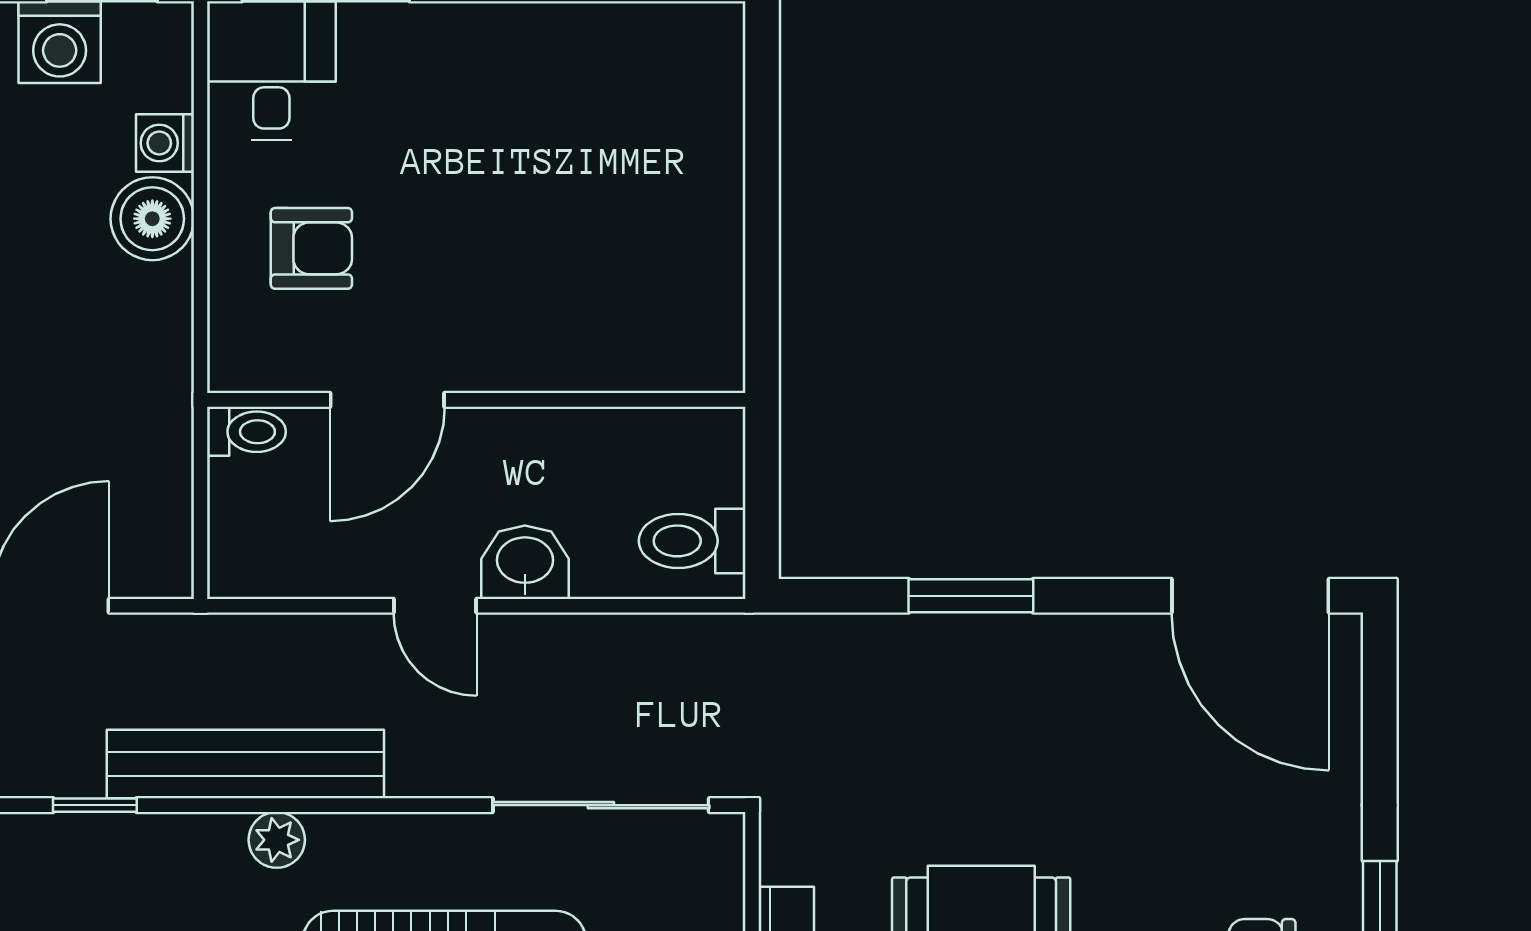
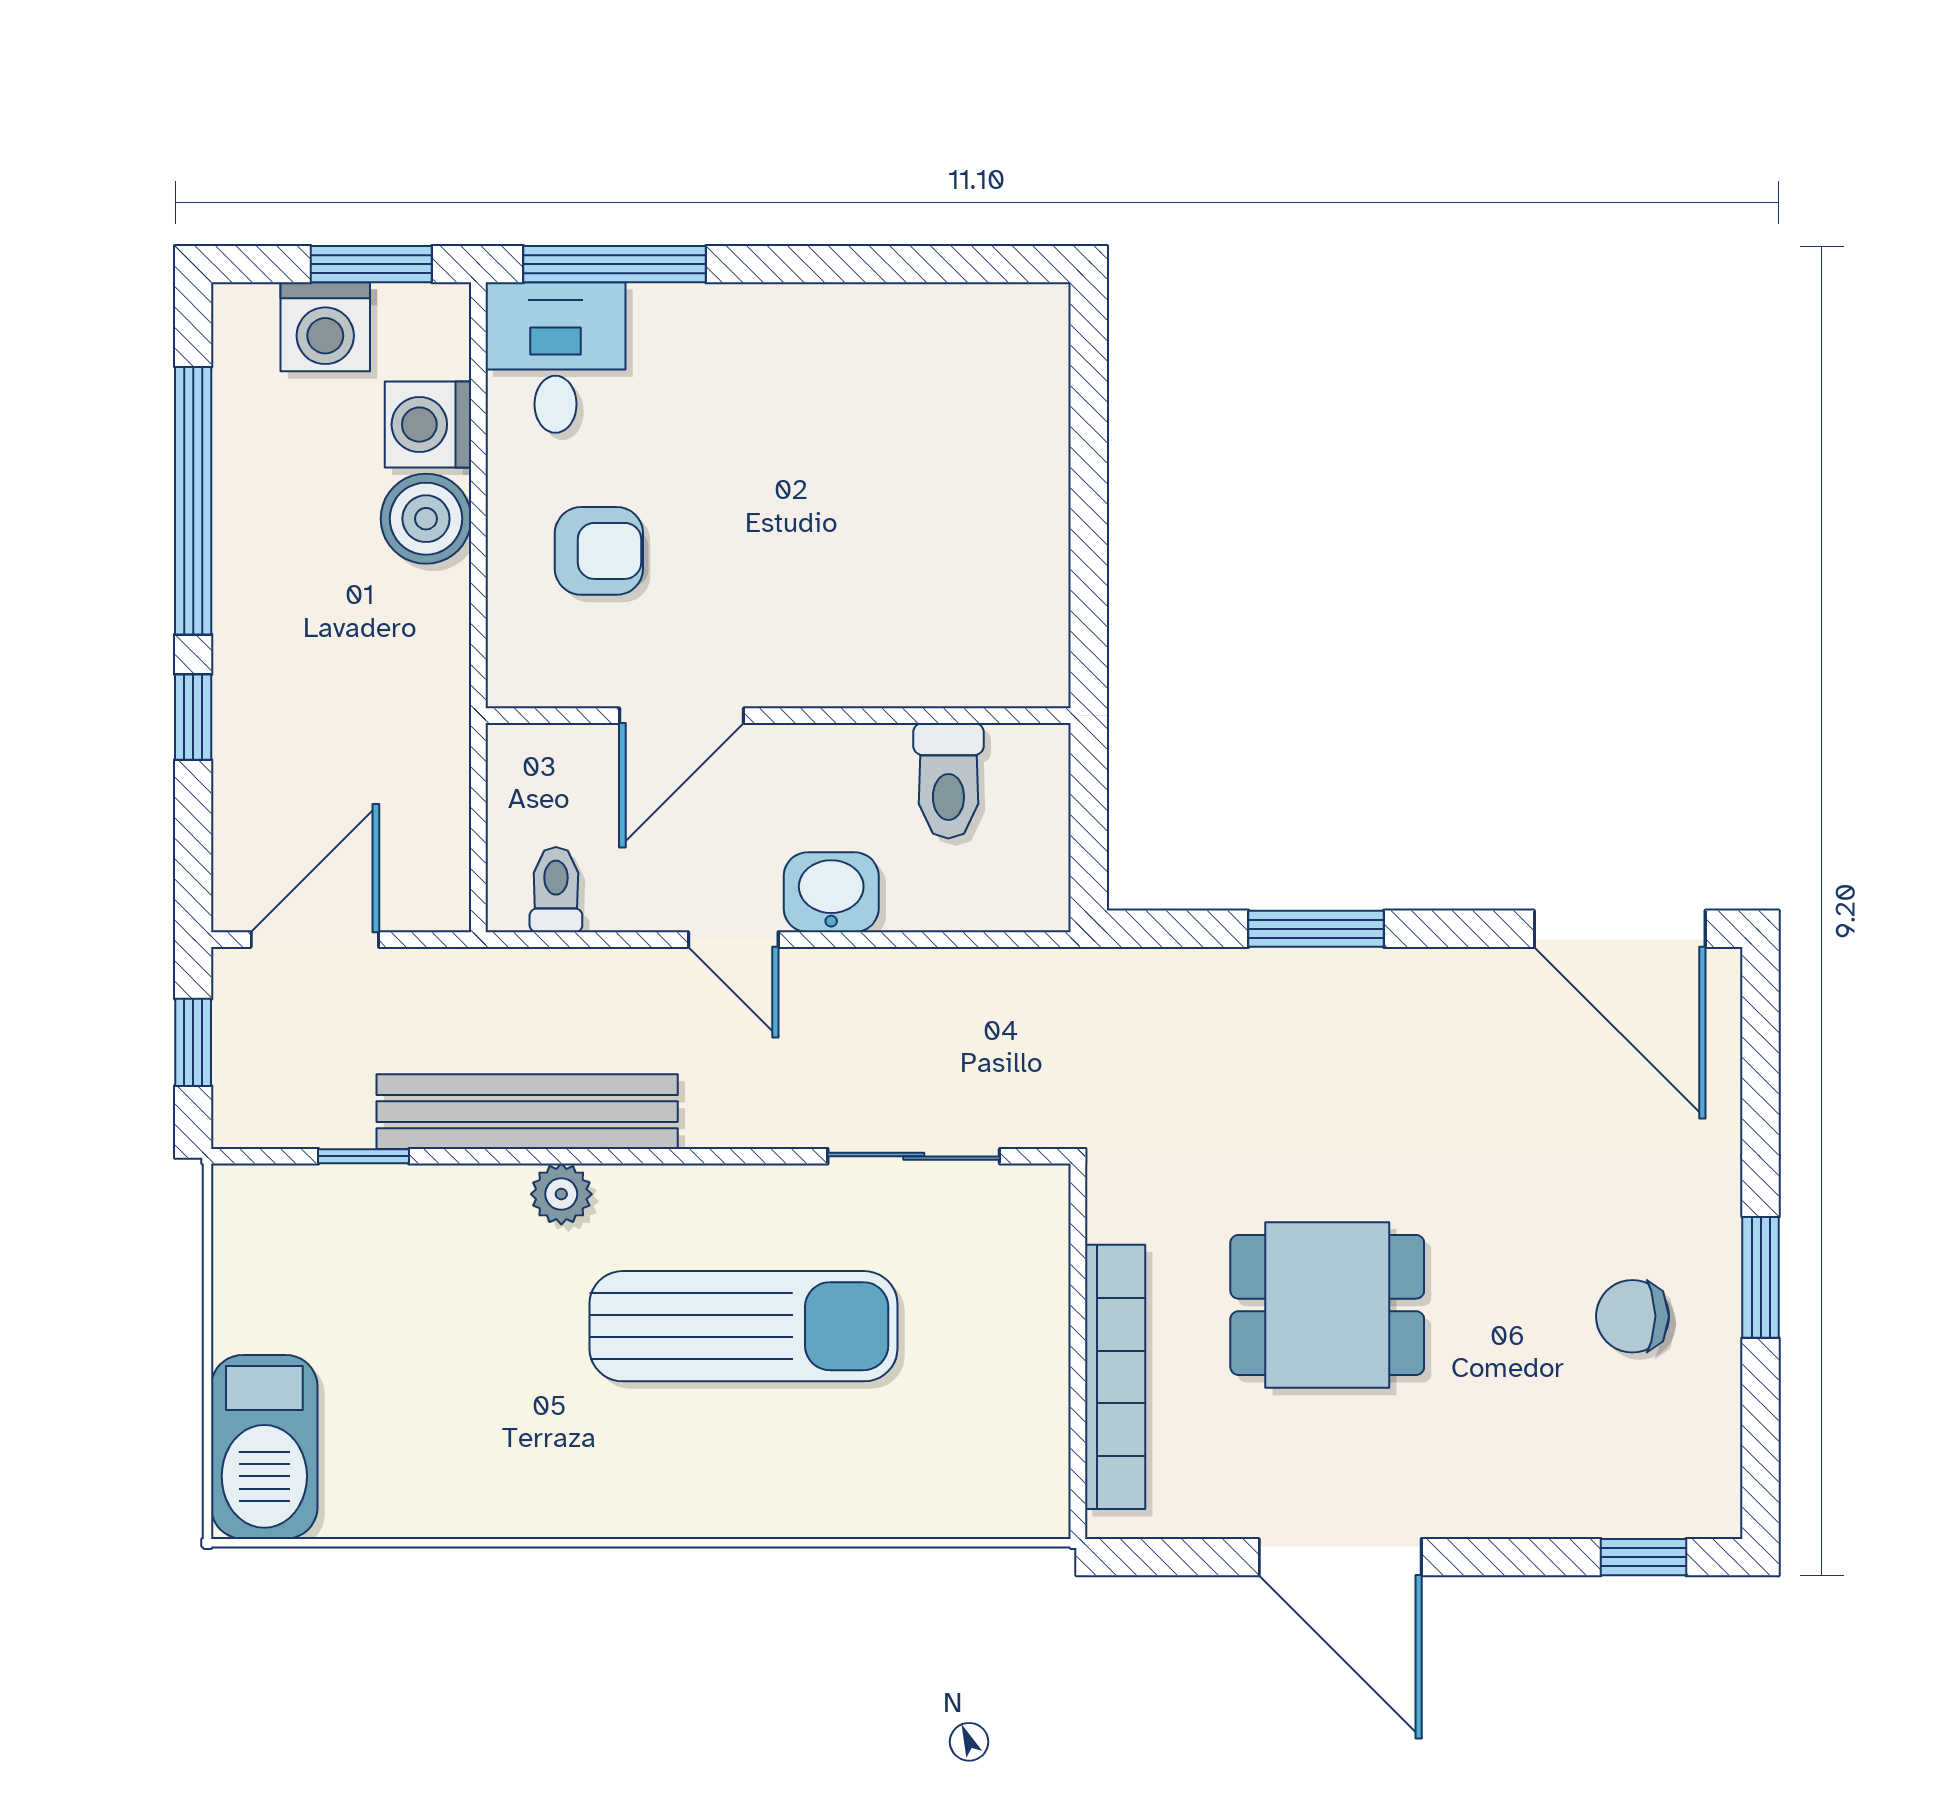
washing machine: (165, 143) -> (428, 425), width x1.38, depth x1.38
toilet: (246, 432) -> (556, 890), moved, turned -90
toilet: (692, 541) -> (948, 781), moved, turned -90
sliding door: (601, 805) -> (914, 1156), width x0.73

